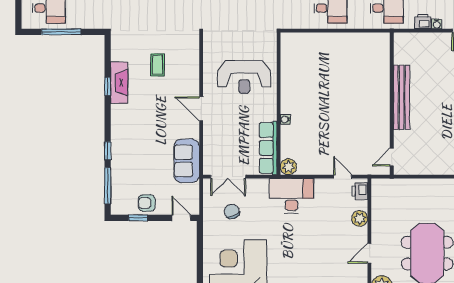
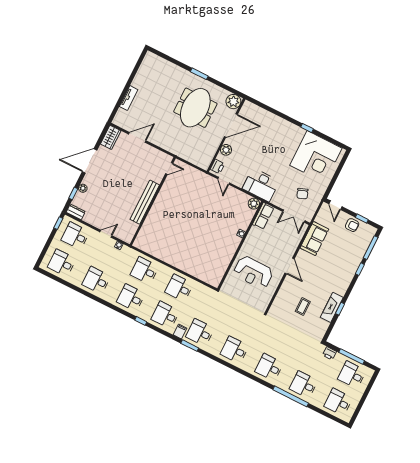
printer: (423, 22) -> (330, 353), moved
reception desk: (244, 77) -> (253, 272), turned 180
bench: (402, 97) -> (145, 202), moved
wall: (392, 104) -> (153, 201), moved
row of seats: (268, 148) -> (263, 216), width x0.68
door: (392, 157) -> (169, 168), moved
double door: (228, 177) -> (294, 216), swing flipped
door: (369, 253) -> (231, 126), width x1.87

